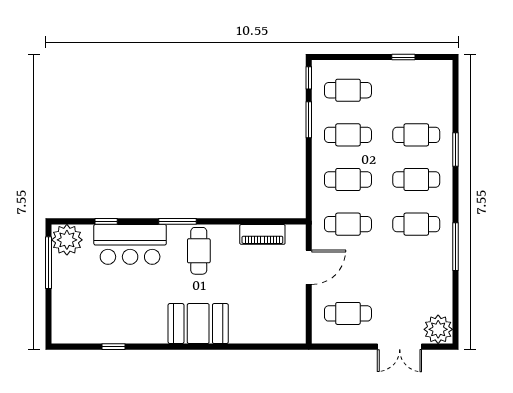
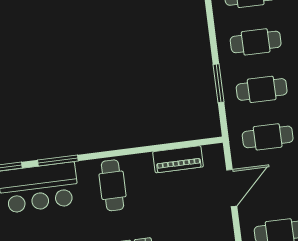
window: (309, 120) -> (218, 83), moved
window: (178, 221) -> (58, 160), moved

